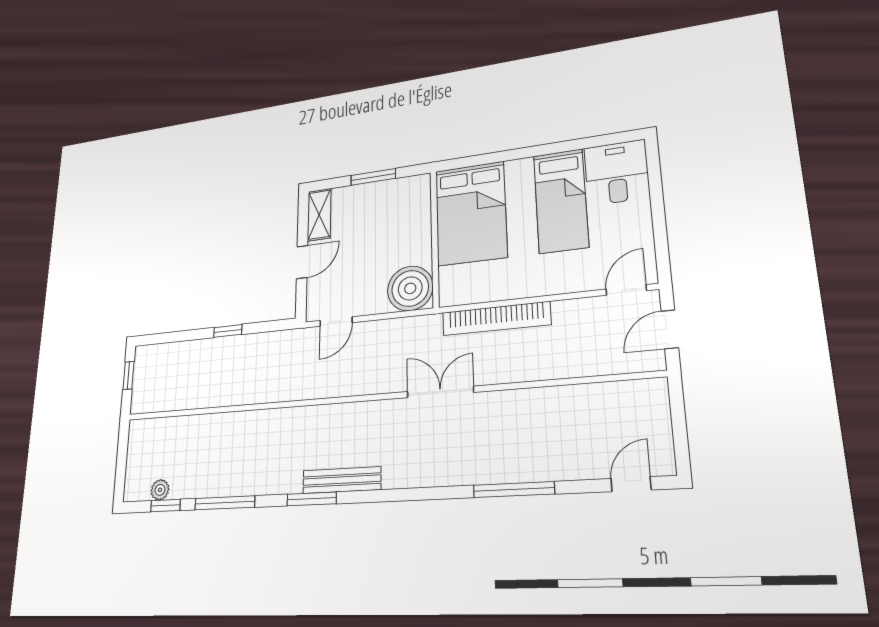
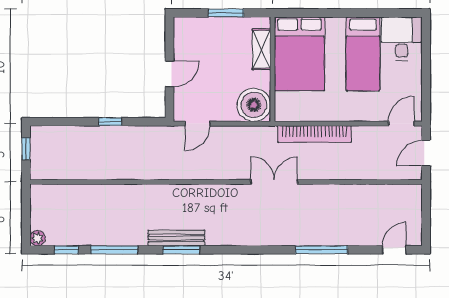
shelving: (319, 215) -> (261, 49), moved
bench: (342, 480) -> (176, 238), moved
plant: (160, 490) -> (37, 238), moved

